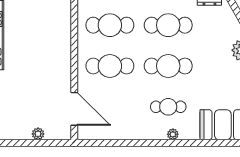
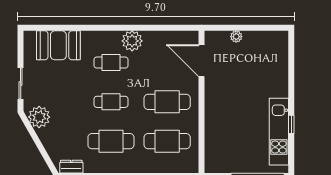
cafe table: (168, 66) -> (111, 102), width x0.73, depth x0.74
plant: (173, 134) -> (132, 41), moved, width x1.88, depth x1.88

